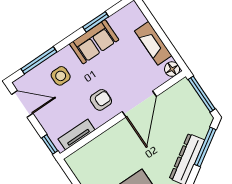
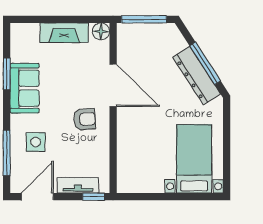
armchair: (101, 100) -> (84, 119), turned 86
tv unit: (77, 134) -> (78, 185), moved, turned 90
window: (205, 147) -> (205, 63), moved

